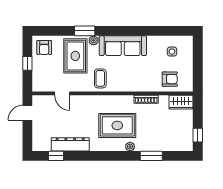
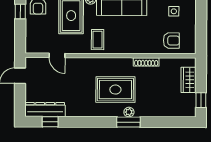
window: (27, 63) -> (20, 12), moved
wardrobe: (181, 102) -> (189, 80), moved, turned 90
dresser: (70, 144) -> (45, 110), moved
window: (151, 156) -> (128, 122), moved

